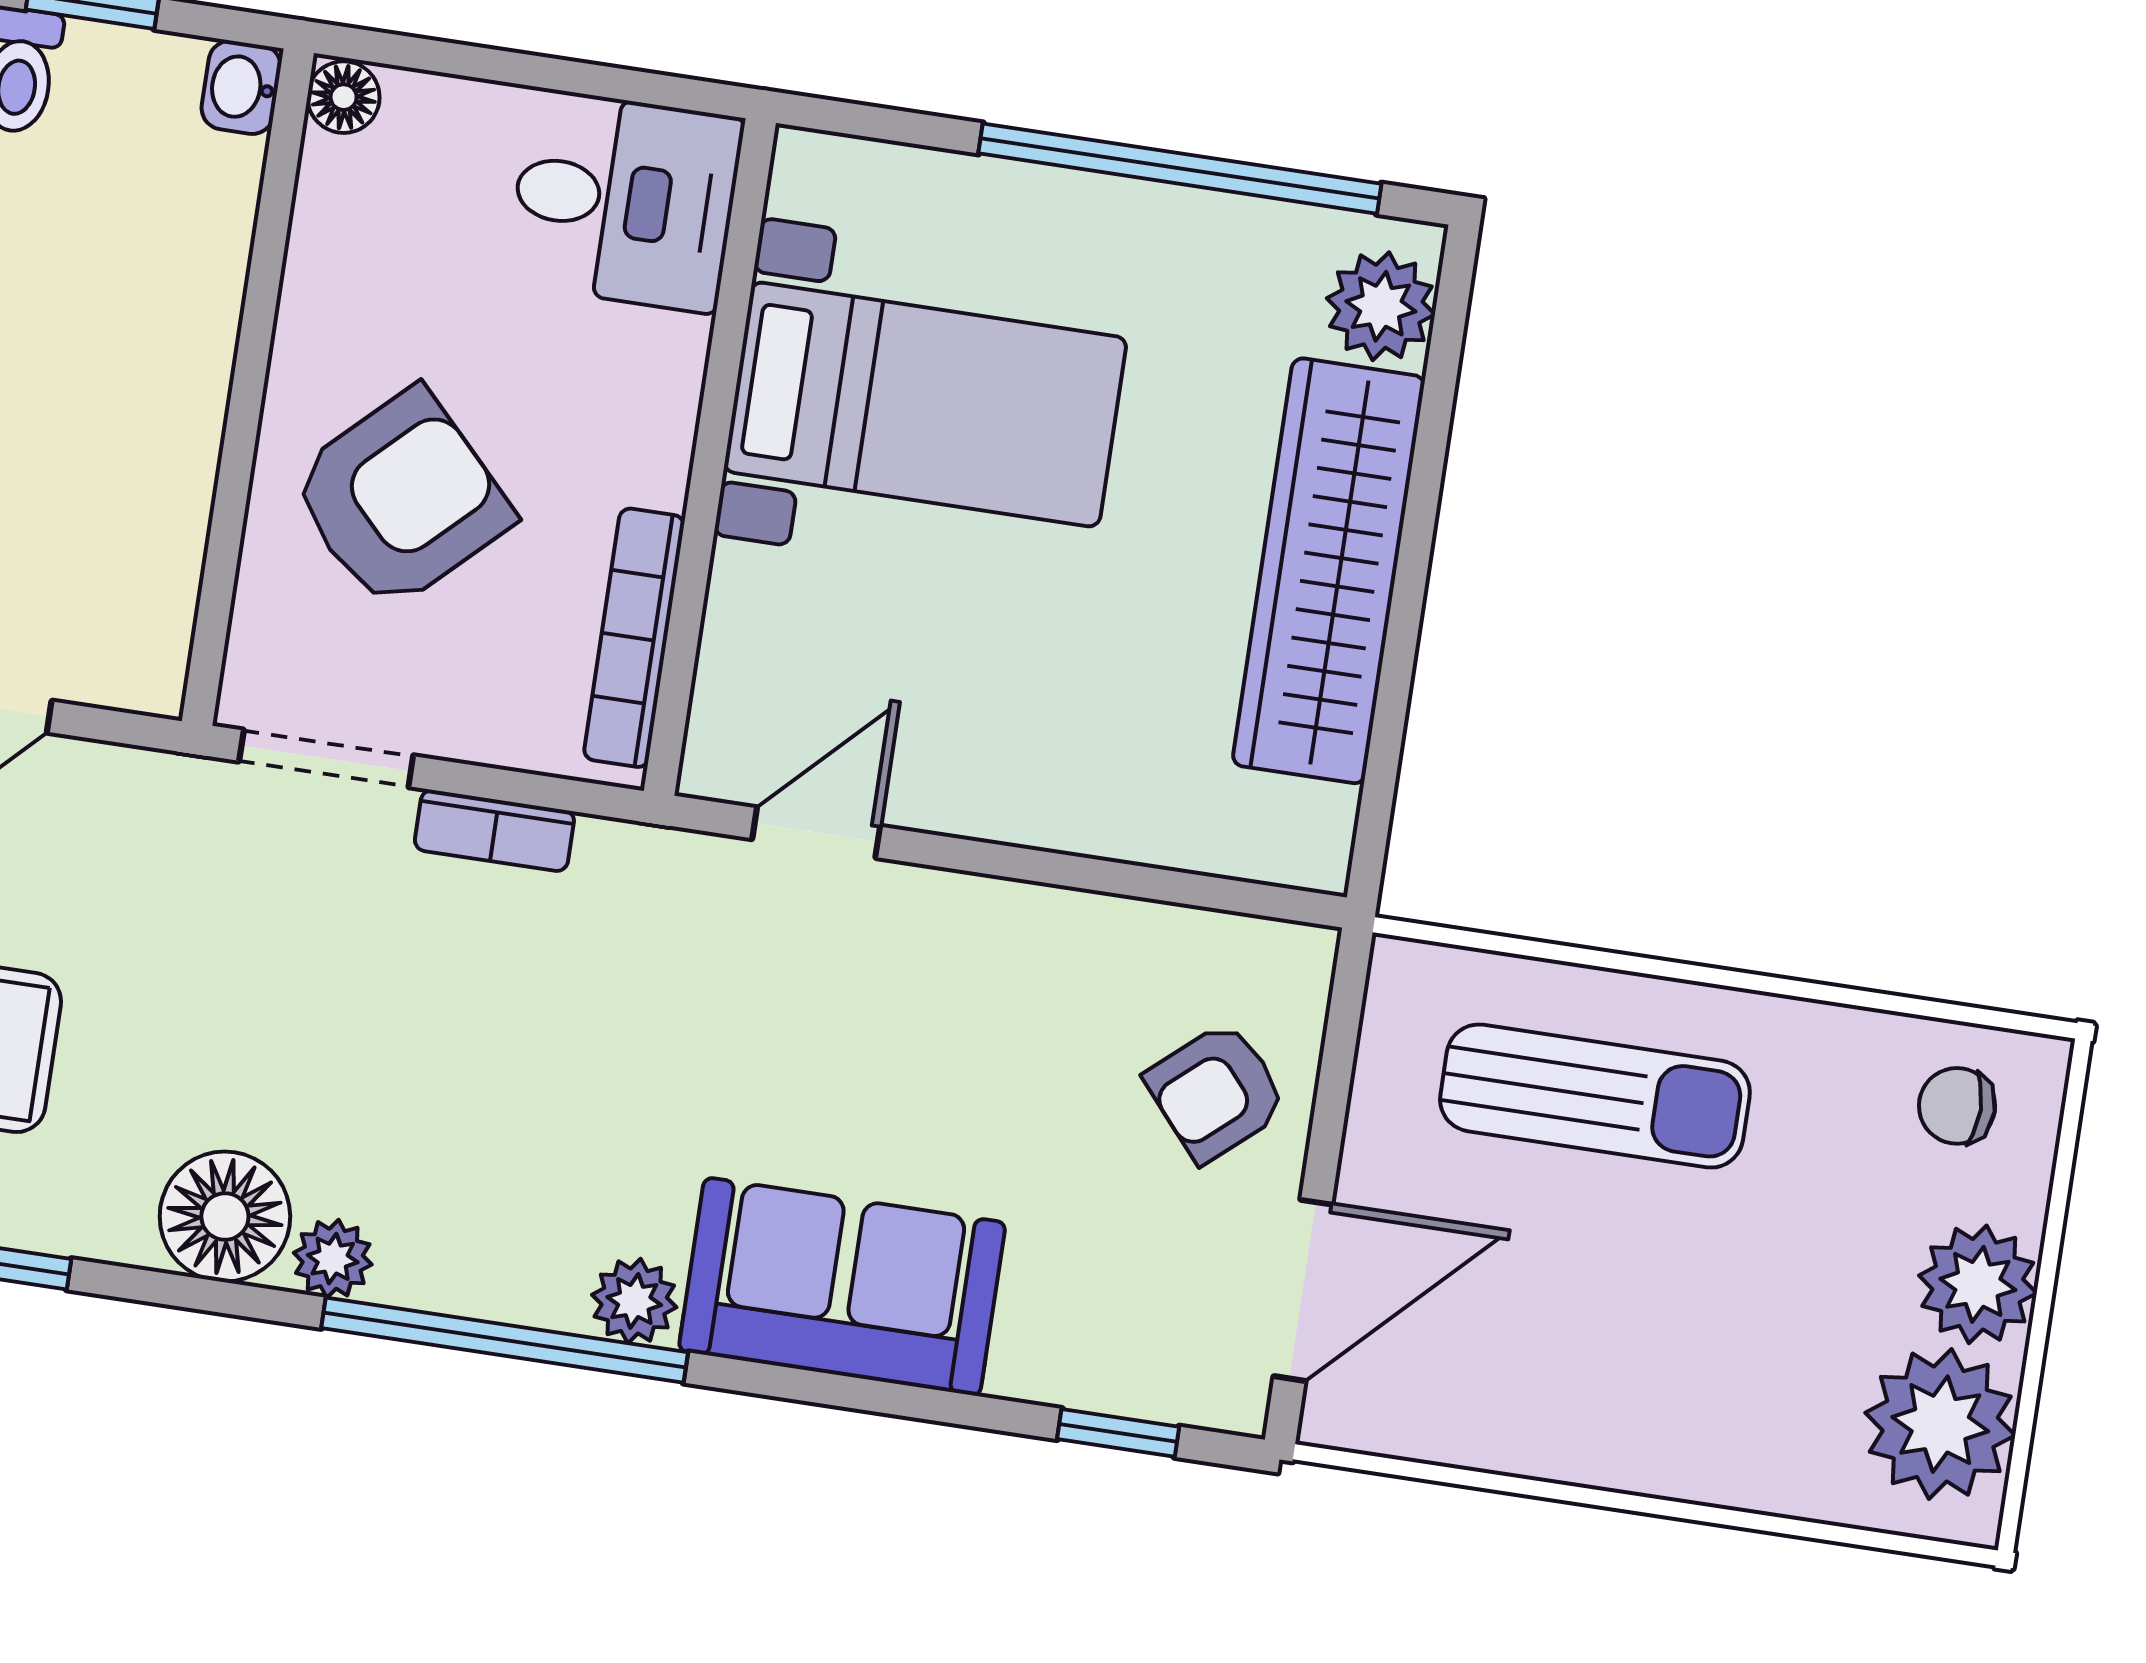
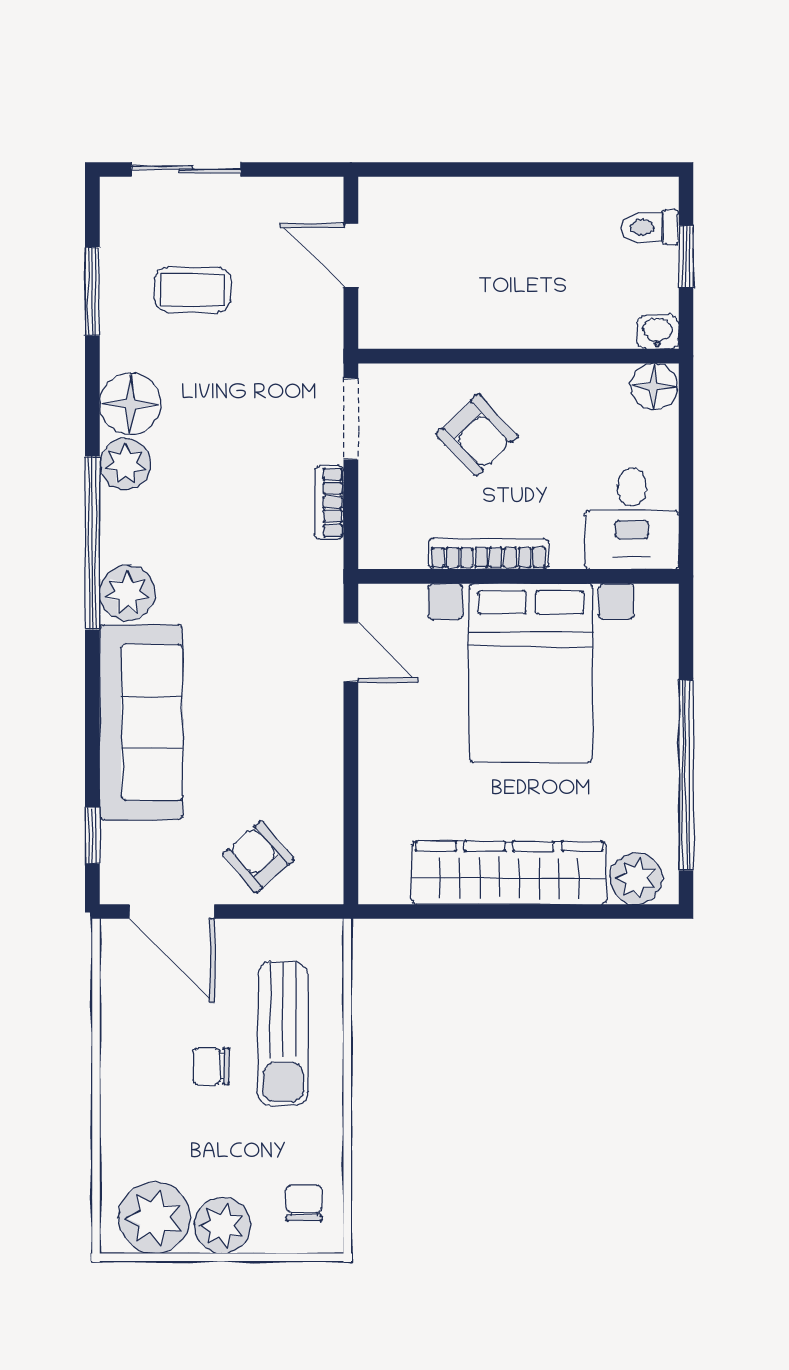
floor lamp: (344, 97) -> (654, 387), width x1.37, depth x1.37
bed with nightstands: (925, 405) -> (531, 673), width x1.36
armchair: (401, 499) -> (477, 435), width x0.72, depth x0.72
bookcase: (634, 638) -> (488, 554), moved
chair: (1640, 1257) -> (211, 1066), added
plant: (333, 1259) -> (125, 464), width x1.38, depth x1.38
sofa: (842, 1287) -> (141, 722), width x1.36
plant: (634, 1301) -> (127, 593), width x1.38, depth x1.38

